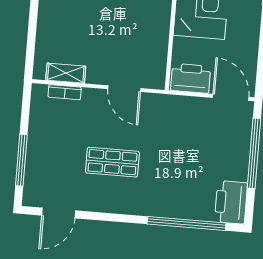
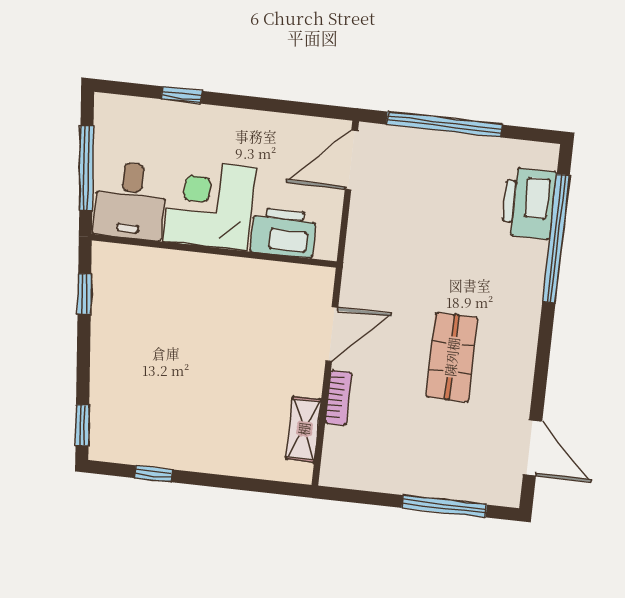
printer: (191, 78) -> (283, 233), moved, turned 90
bookcase: (65, 92) -> (339, 398), moved
printer: (231, 202) -> (529, 203), moved, turned 90

